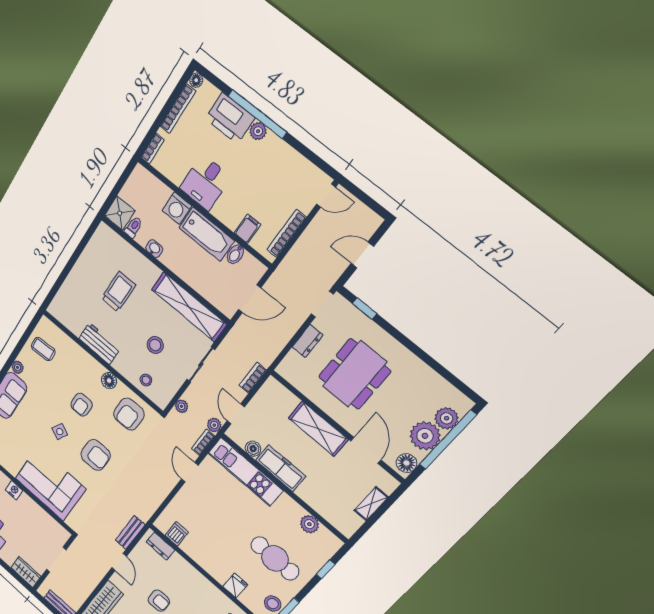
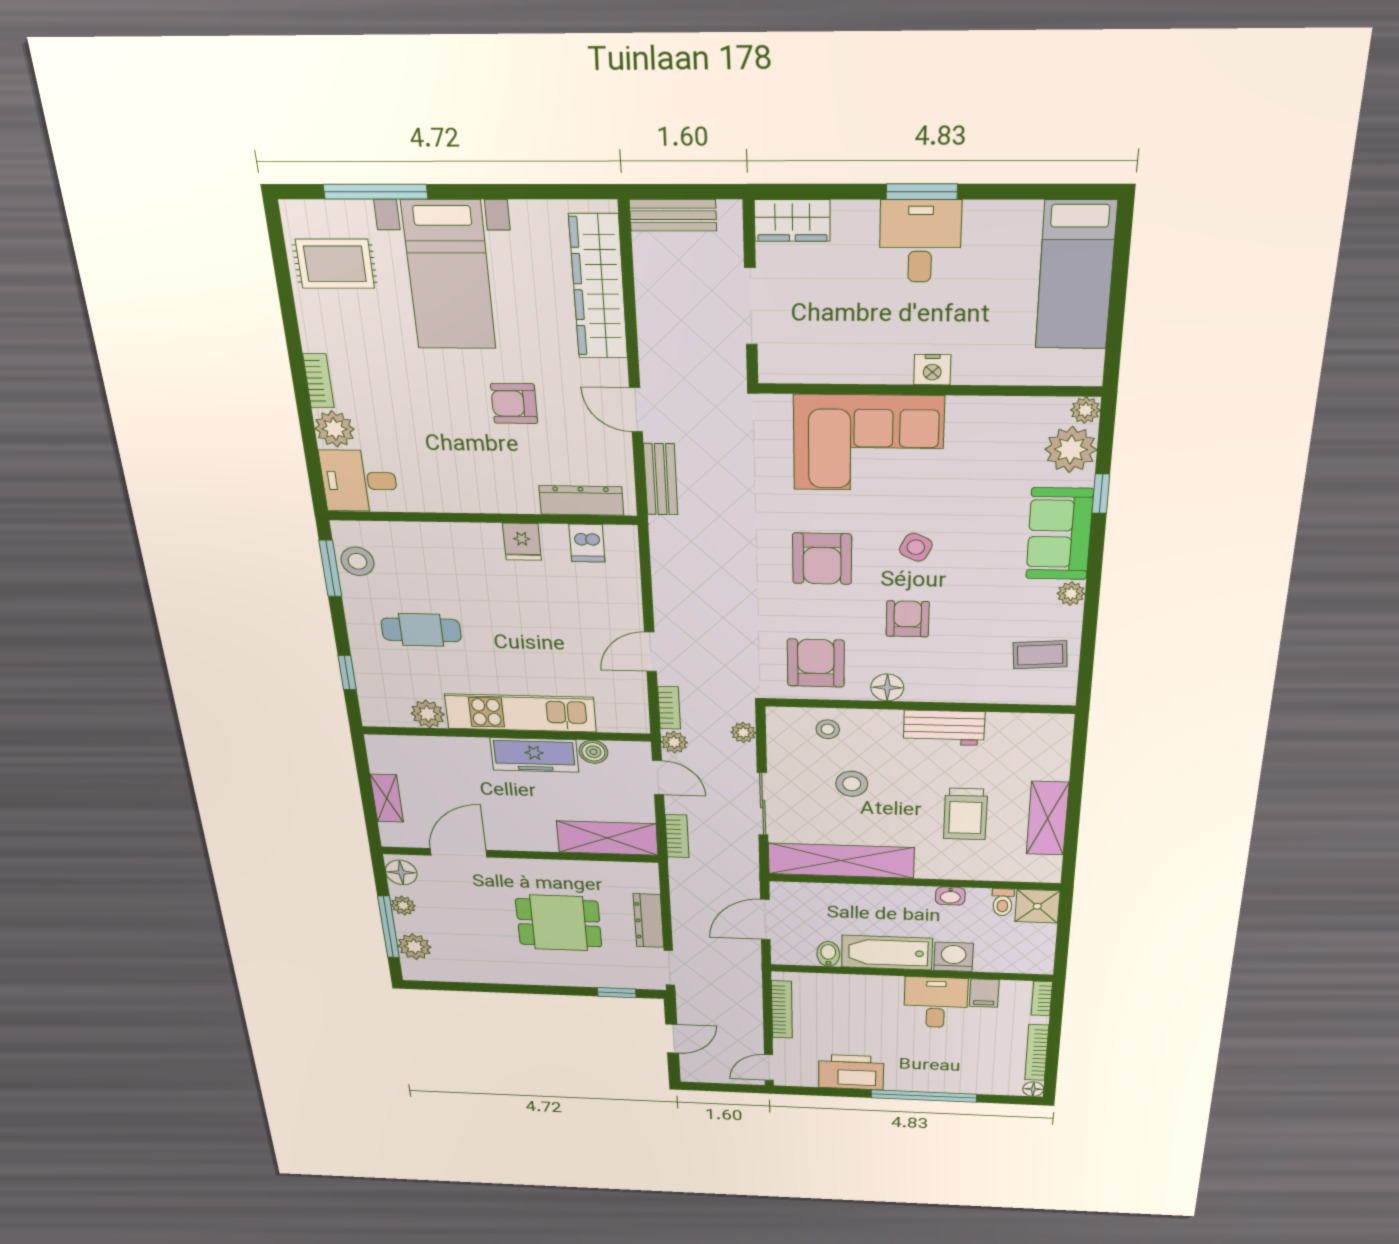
printer: (230, 118) -> (851, 1072), moved
plant: (258, 131) -> (909, 1082), removed
filing cabinet: (247, 229) -> (984, 993), moved
shelving: (86, 263) -> (1048, 818), added
dresser: (308, 341) -> (649, 921), width x1.44
dining table: (354, 374) -> (559, 923), width x0.73
shelving: (318, 429) -> (607, 838), moved
plant: (425, 436) -> (403, 905), width x0.53, depth x0.53
window: (448, 440) -> (389, 927), width x0.68
door: (366, 450) -> (459, 853), swing flipped
armchair: (96, 455) -> (822, 559), turned -90
door: (190, 472) -> (650, 652), swing flipped
kitchen unit: (245, 472) -> (520, 713), moved
dresser: (160, 546) -> (581, 500), width x1.44
cafe table: (275, 558) -> (421, 630), width x0.73, depth x0.74
fridge: (235, 586) -> (522, 542), moved

